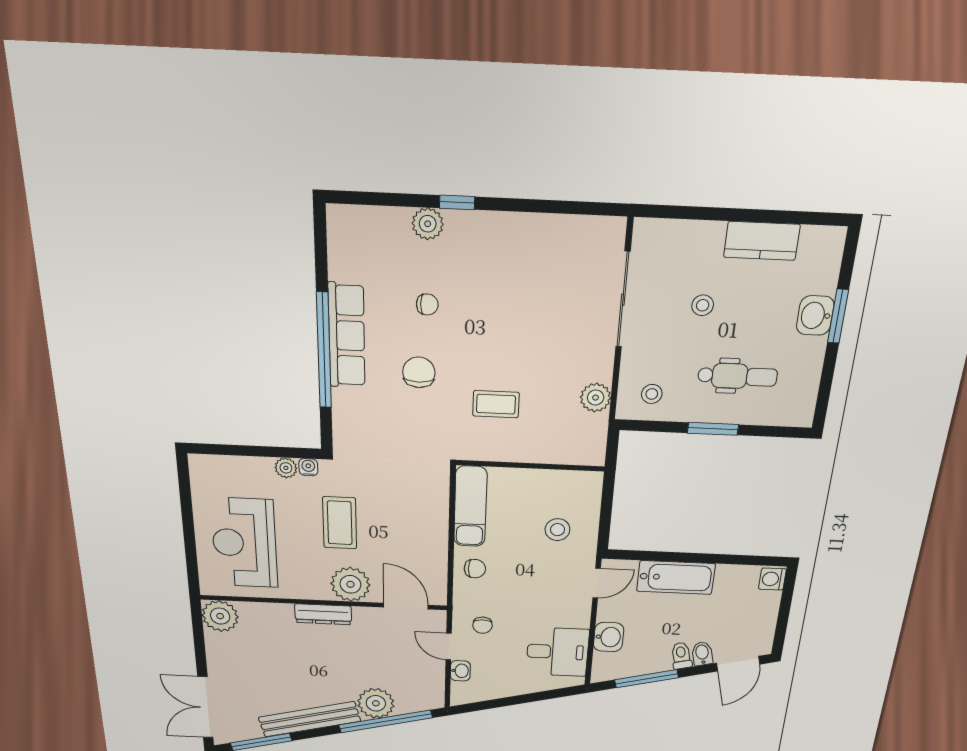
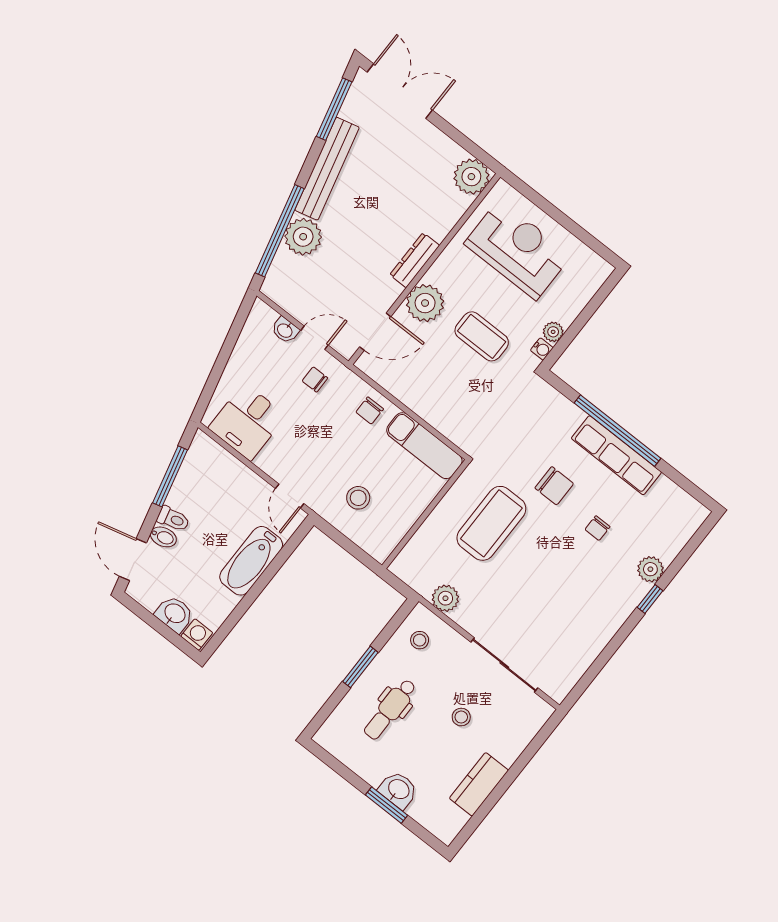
coffee table: (496, 404) -> (491, 523), width x1.86, depth x1.72
washbasin: (609, 637) -> (174, 614), moved, turned 180

